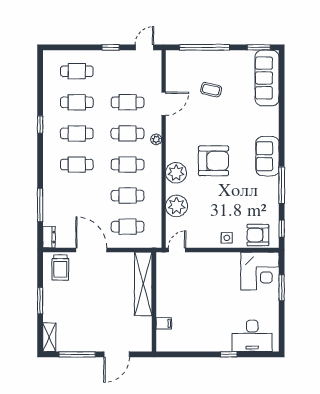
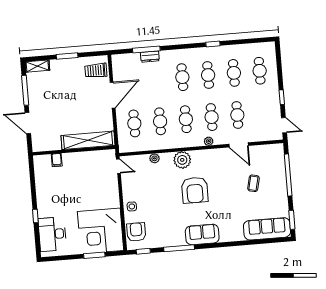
plant: (177, 206) -> (154, 158), width x0.53, depth x0.53
dresser: (49, 237) -> (150, 57), moved
corner desk: (260, 271) -> (100, 231), width x1.36, depth x1.36

